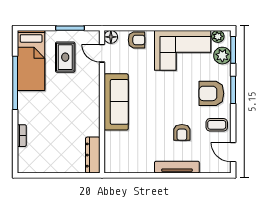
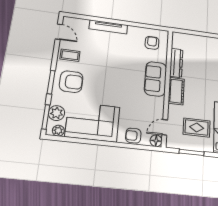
door: (102, 53) -> (165, 127), swing flipped
rug: (65, 57) -> (197, 128), turned 90
cot: (91, 98) -> (176, 91), added
sofa: (116, 102) -> (156, 79), width x0.73
armchair: (182, 132) -> (152, 43), moved
dresser: (93, 155) -> (176, 63), moved

